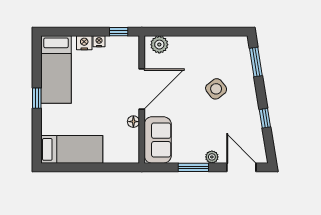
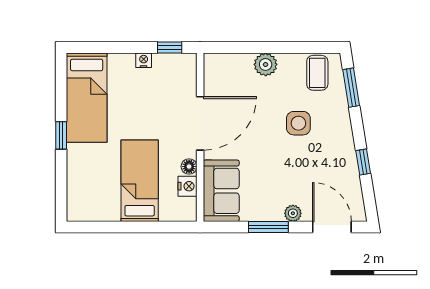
nightstand: (84, 43) -> (188, 186), moved, turned 90
plant: (159, 45) -> (266, 64), moved
coffee table: (230, 51) -> (317, 73), added
side table: (216, 89) -> (298, 123), turned 38
bed: (72, 149) -> (140, 181), moved, turned -90

